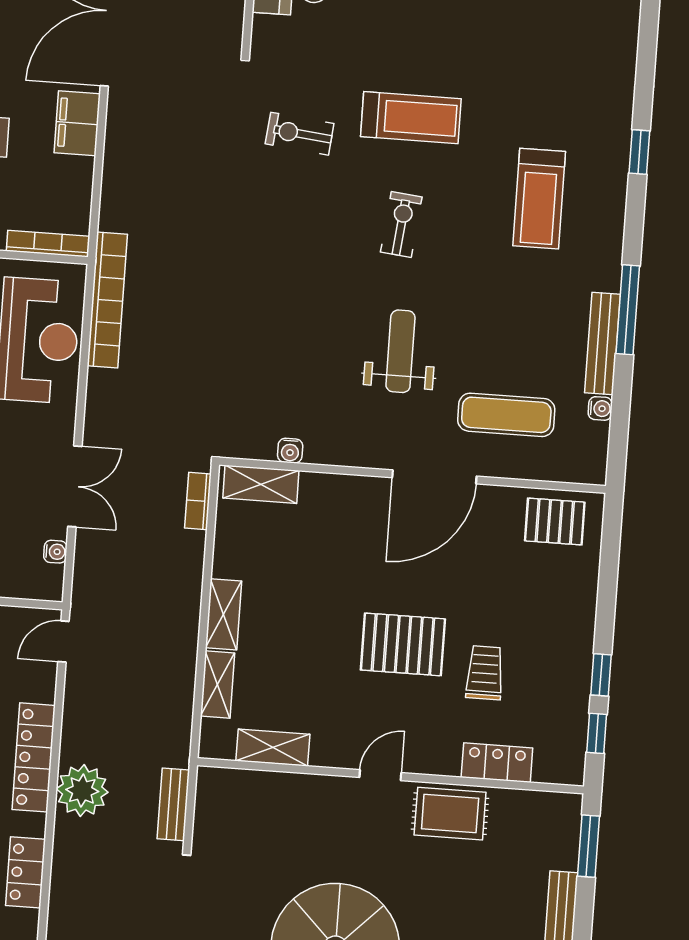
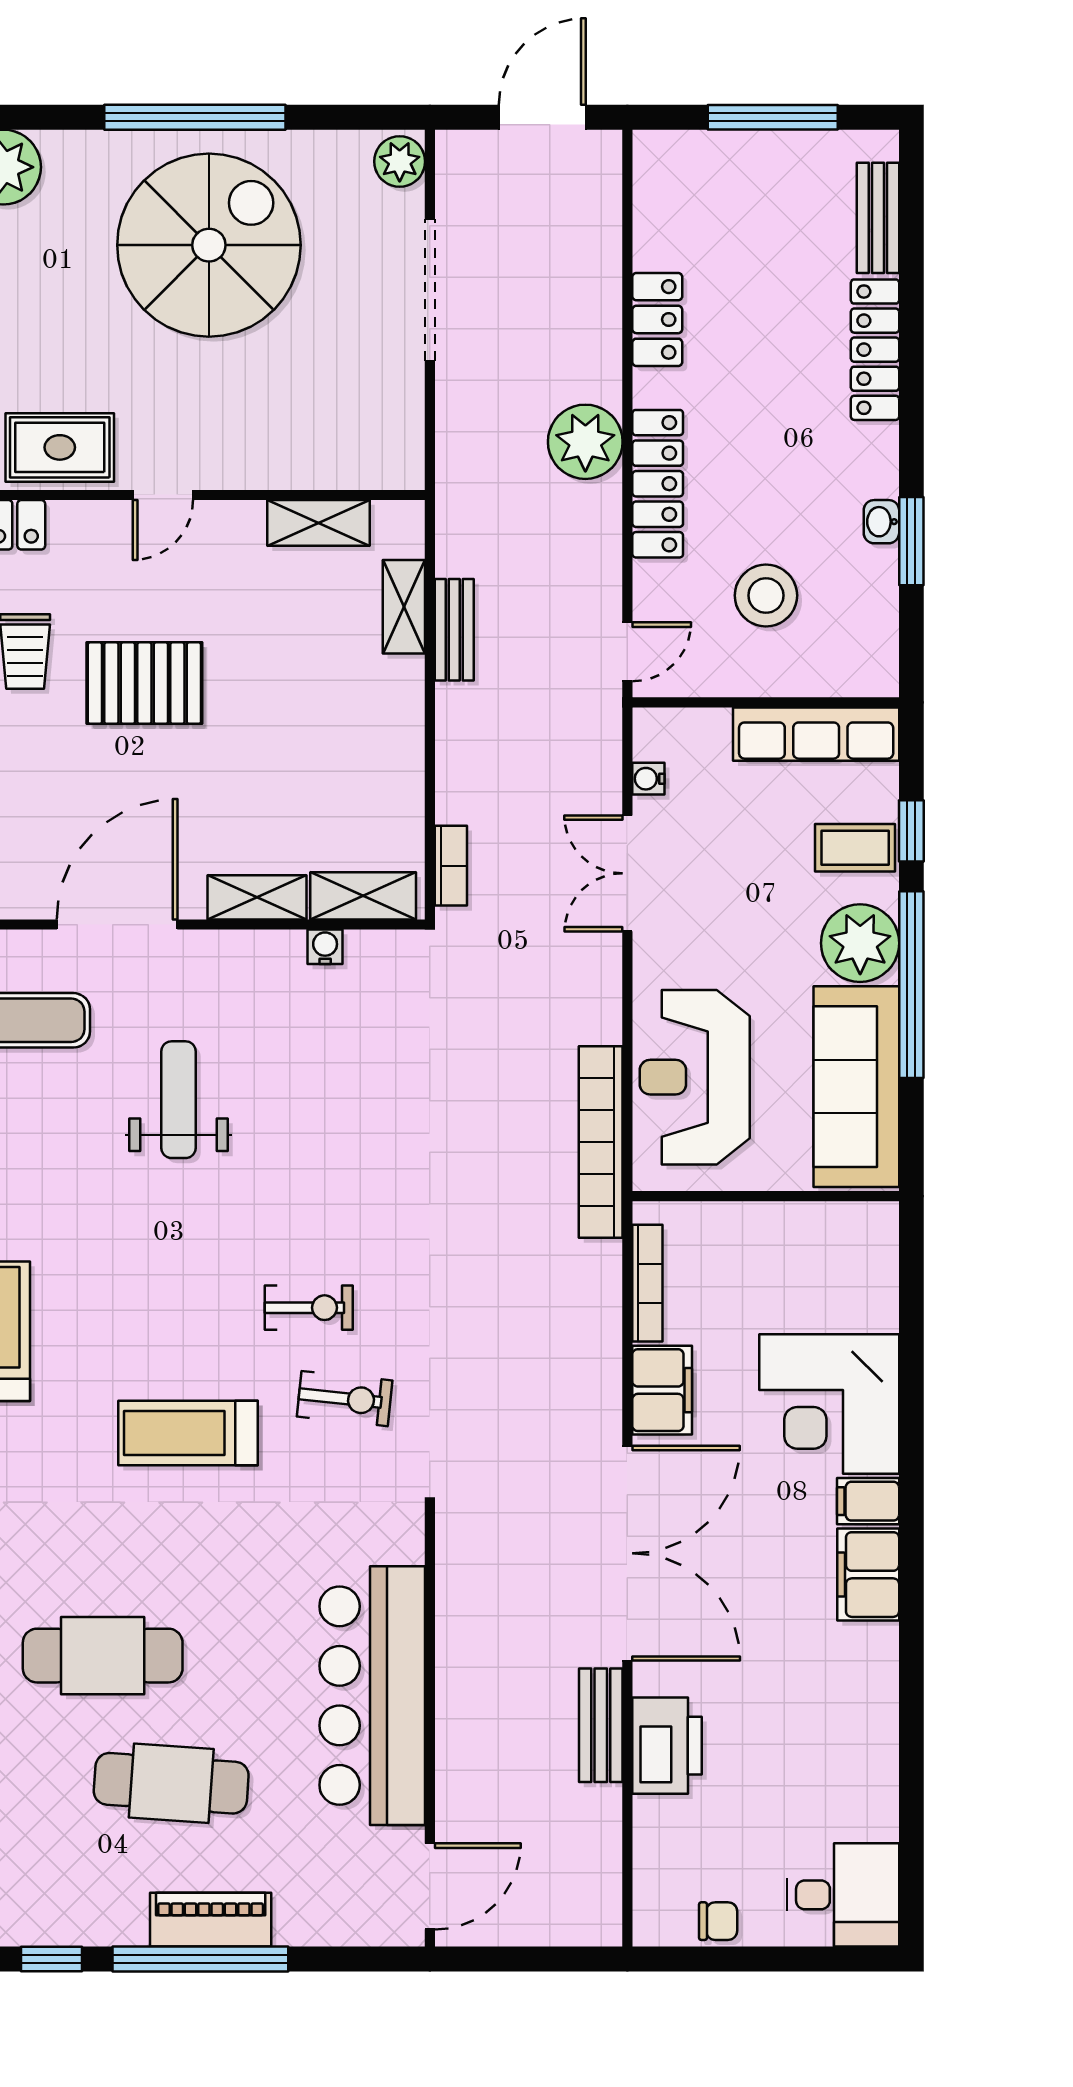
exercise bike: (401, 225) -> (309, 1308), moved, turned -96
bookcase: (48, 244) -> (647, 1283), moved, turned -90
weight bench: (400, 351) -> (179, 1100), turned 180
shelving: (223, 614) -> (257, 897), moved, turned 90
bench: (173, 804) -> (454, 630), moved

